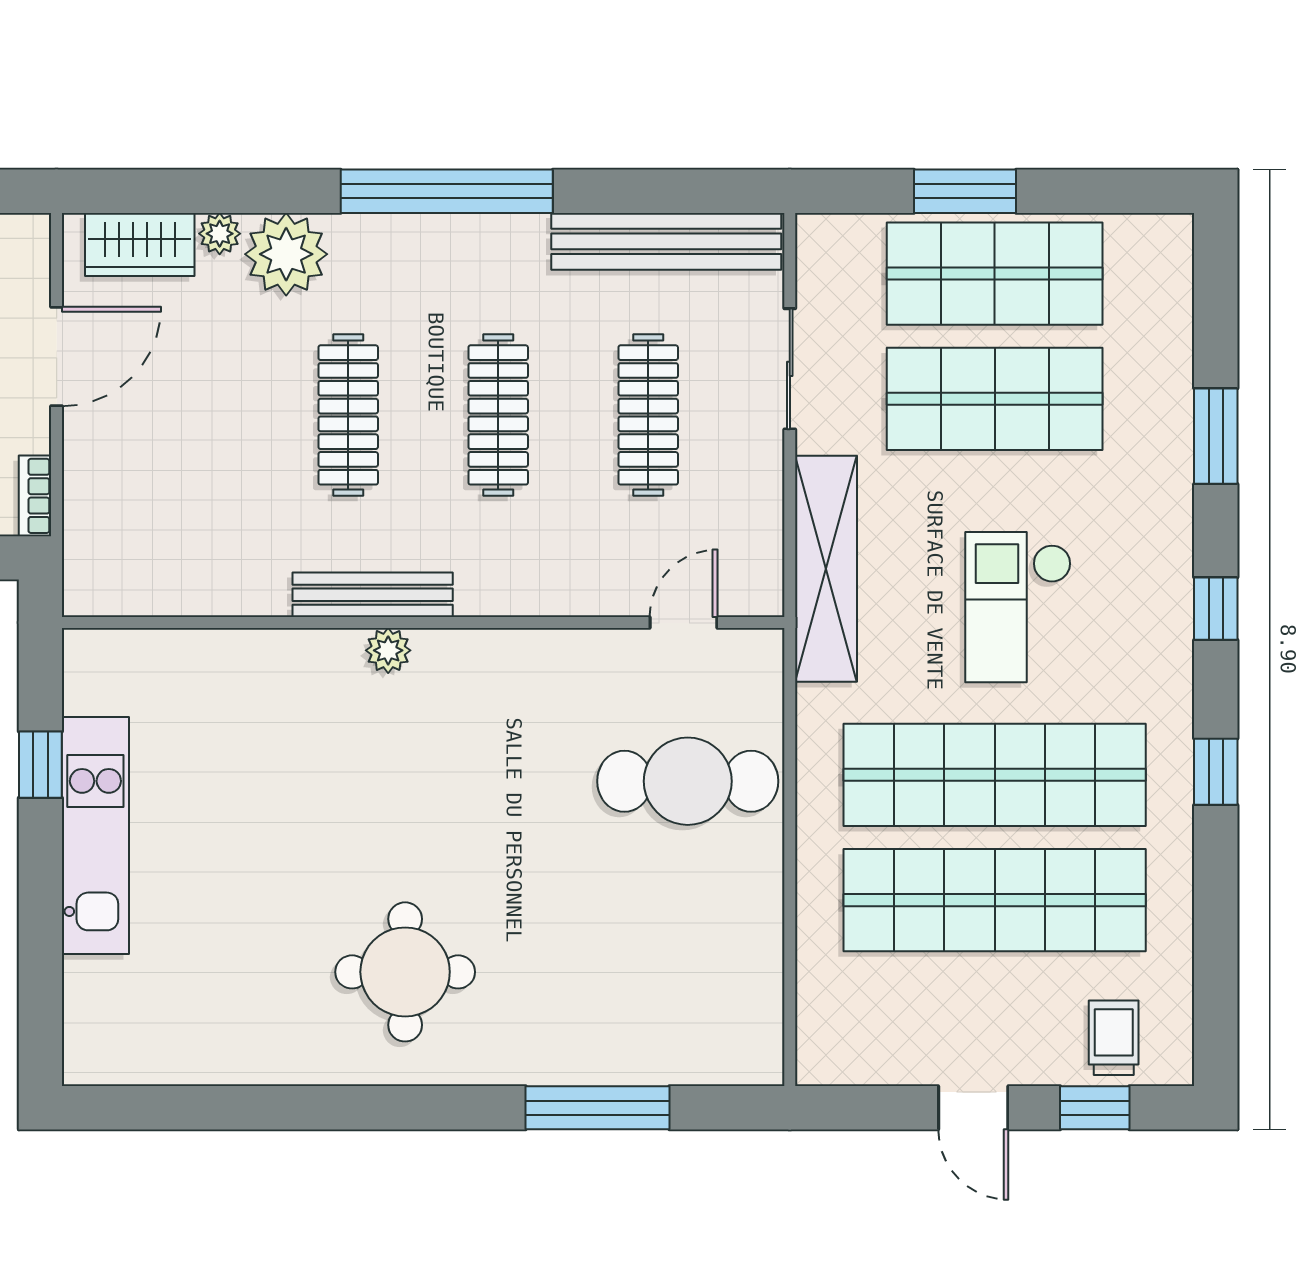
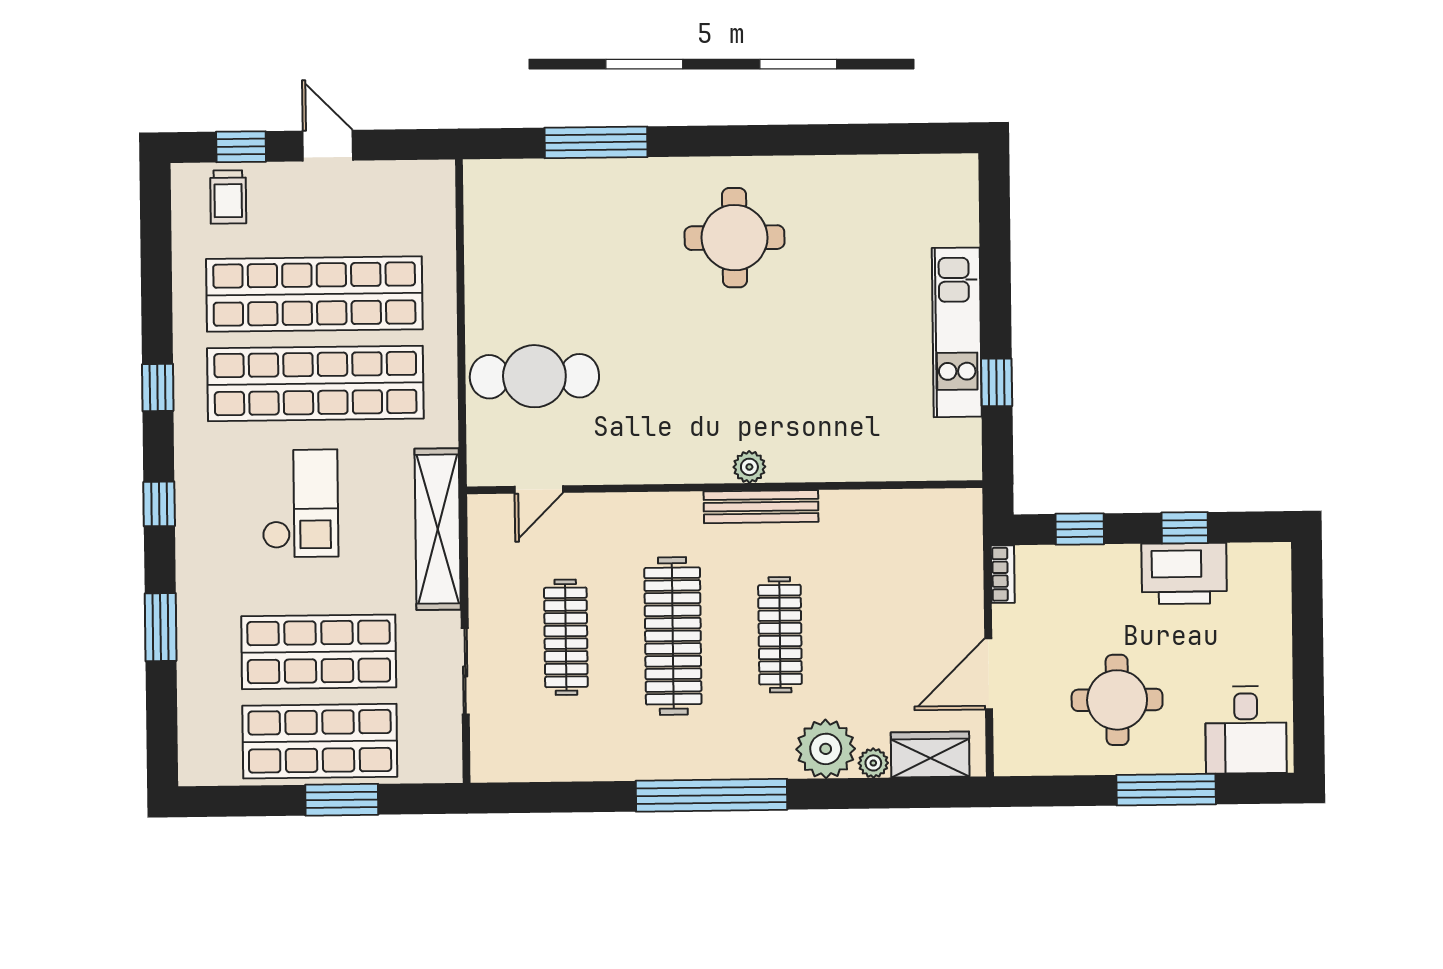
bench: (666, 241) -> (554, 761), removed
clothes rail: (498, 415) -> (673, 636), width x1.37, depth x1.31

